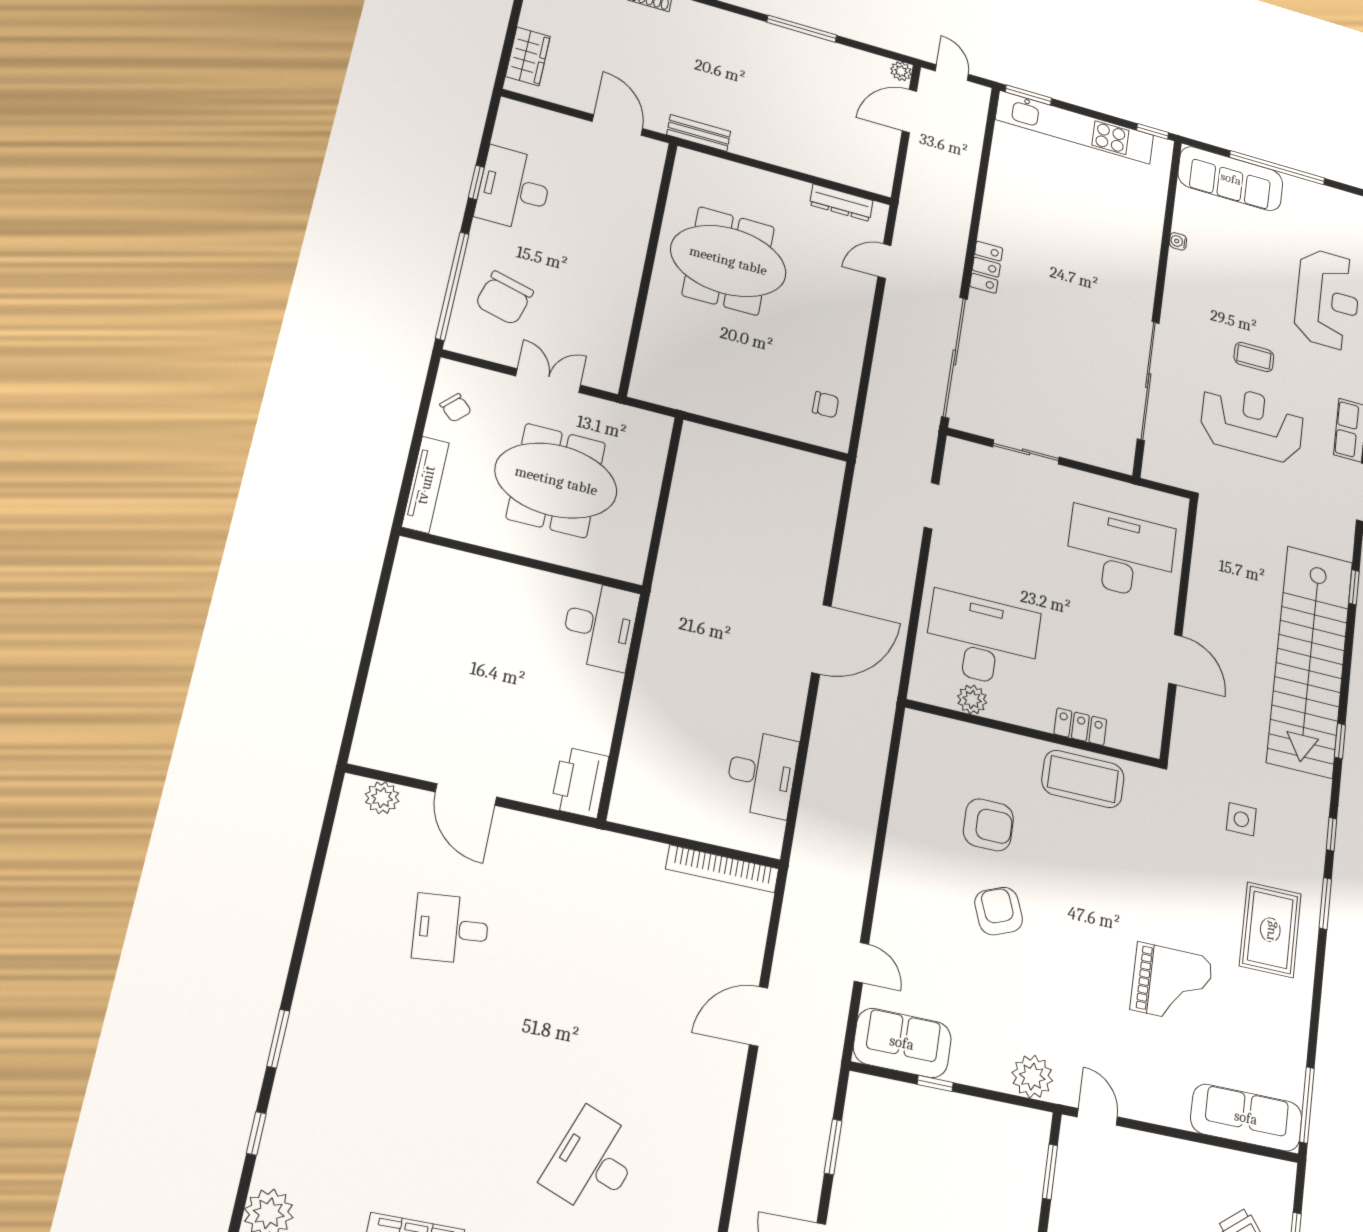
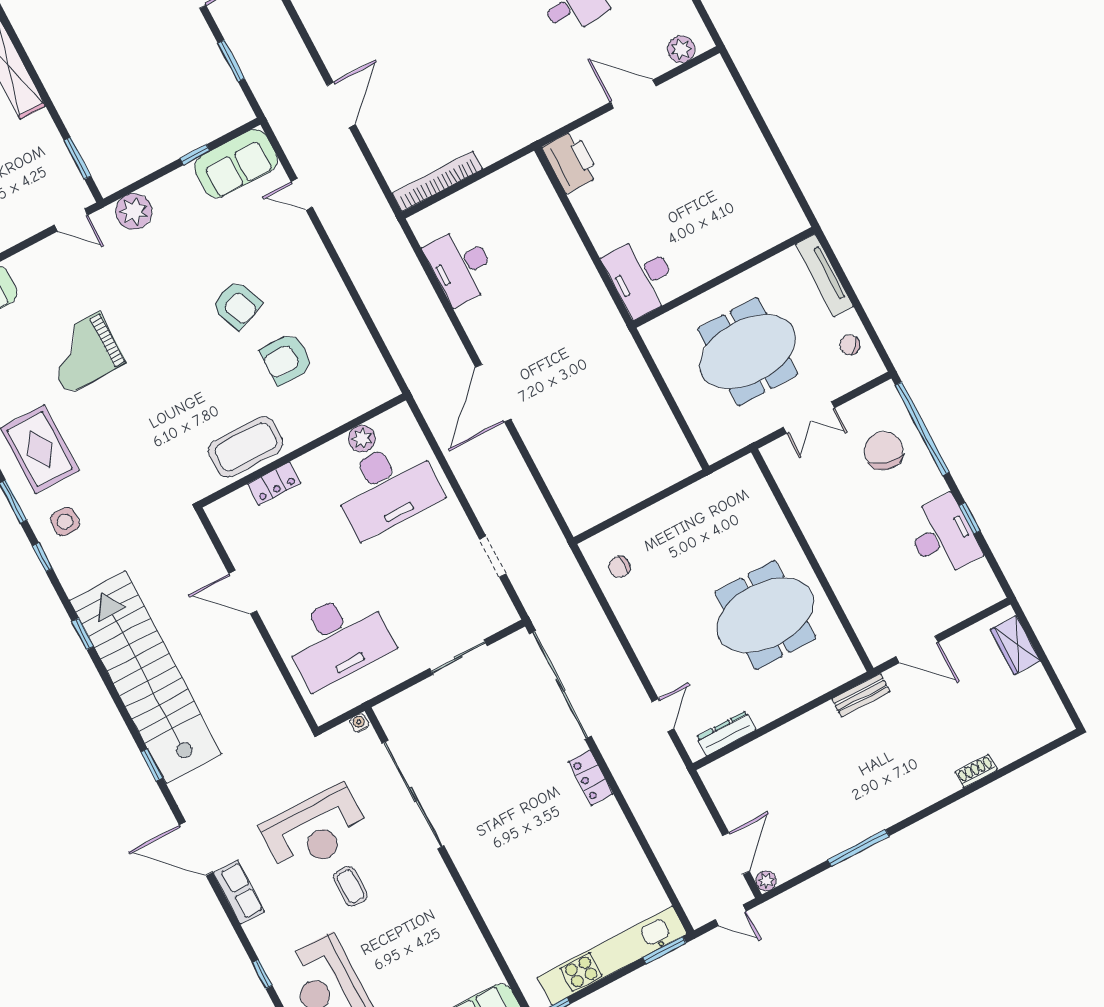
water cooler: (1178, 241) -> (359, 723), moved, turned -90
coffee table: (1254, 357) -> (350, 886), turned 90
side table: (1241, 819) -> (65, 522), moved

